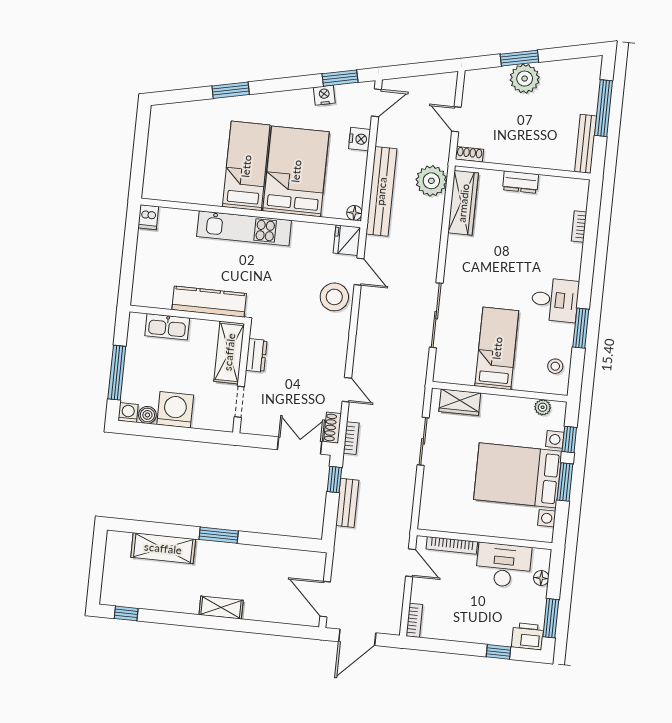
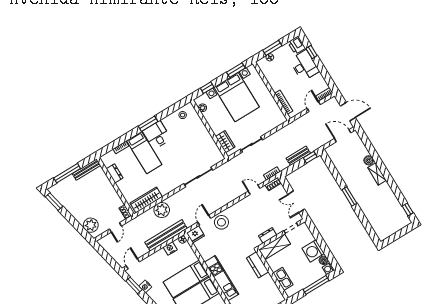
window: (519, 58) -> (54, 202), moved
plant: (525, 79) -> (91, 225), moved
door: (376, 103) -> (133, 264), hinge flipped
nightstand: (360, 139) -> (170, 248), moved
bed: (296, 171) -> (186, 279), width x0.67
plant: (431, 181) -> (162, 210), moved
dresser: (521, 182) -> (115, 173), moved
kitchen counter: (209, 302) -> (258, 265), width x0.67
window: (581, 328) -> (148, 124), moved
bed: (497, 348) -> (144, 153), moved, turned -90
door: (347, 390) -> (254, 190), hinge flipped
double door: (300, 446) -> (296, 202), moved
window: (334, 479) -> (310, 157), moved
window: (565, 482) -> (236, 70), moved
shelving: (163, 548) -> (371, 214), removed
door: (411, 563) -> (314, 106), moved
desk: (504, 565) -> (304, 66), moved, turned 180
door: (325, 599) -> (343, 136), swing flipped
boiler: (253, 611) -> (369, 160), added
window: (551, 618) -> (272, 48), moved

